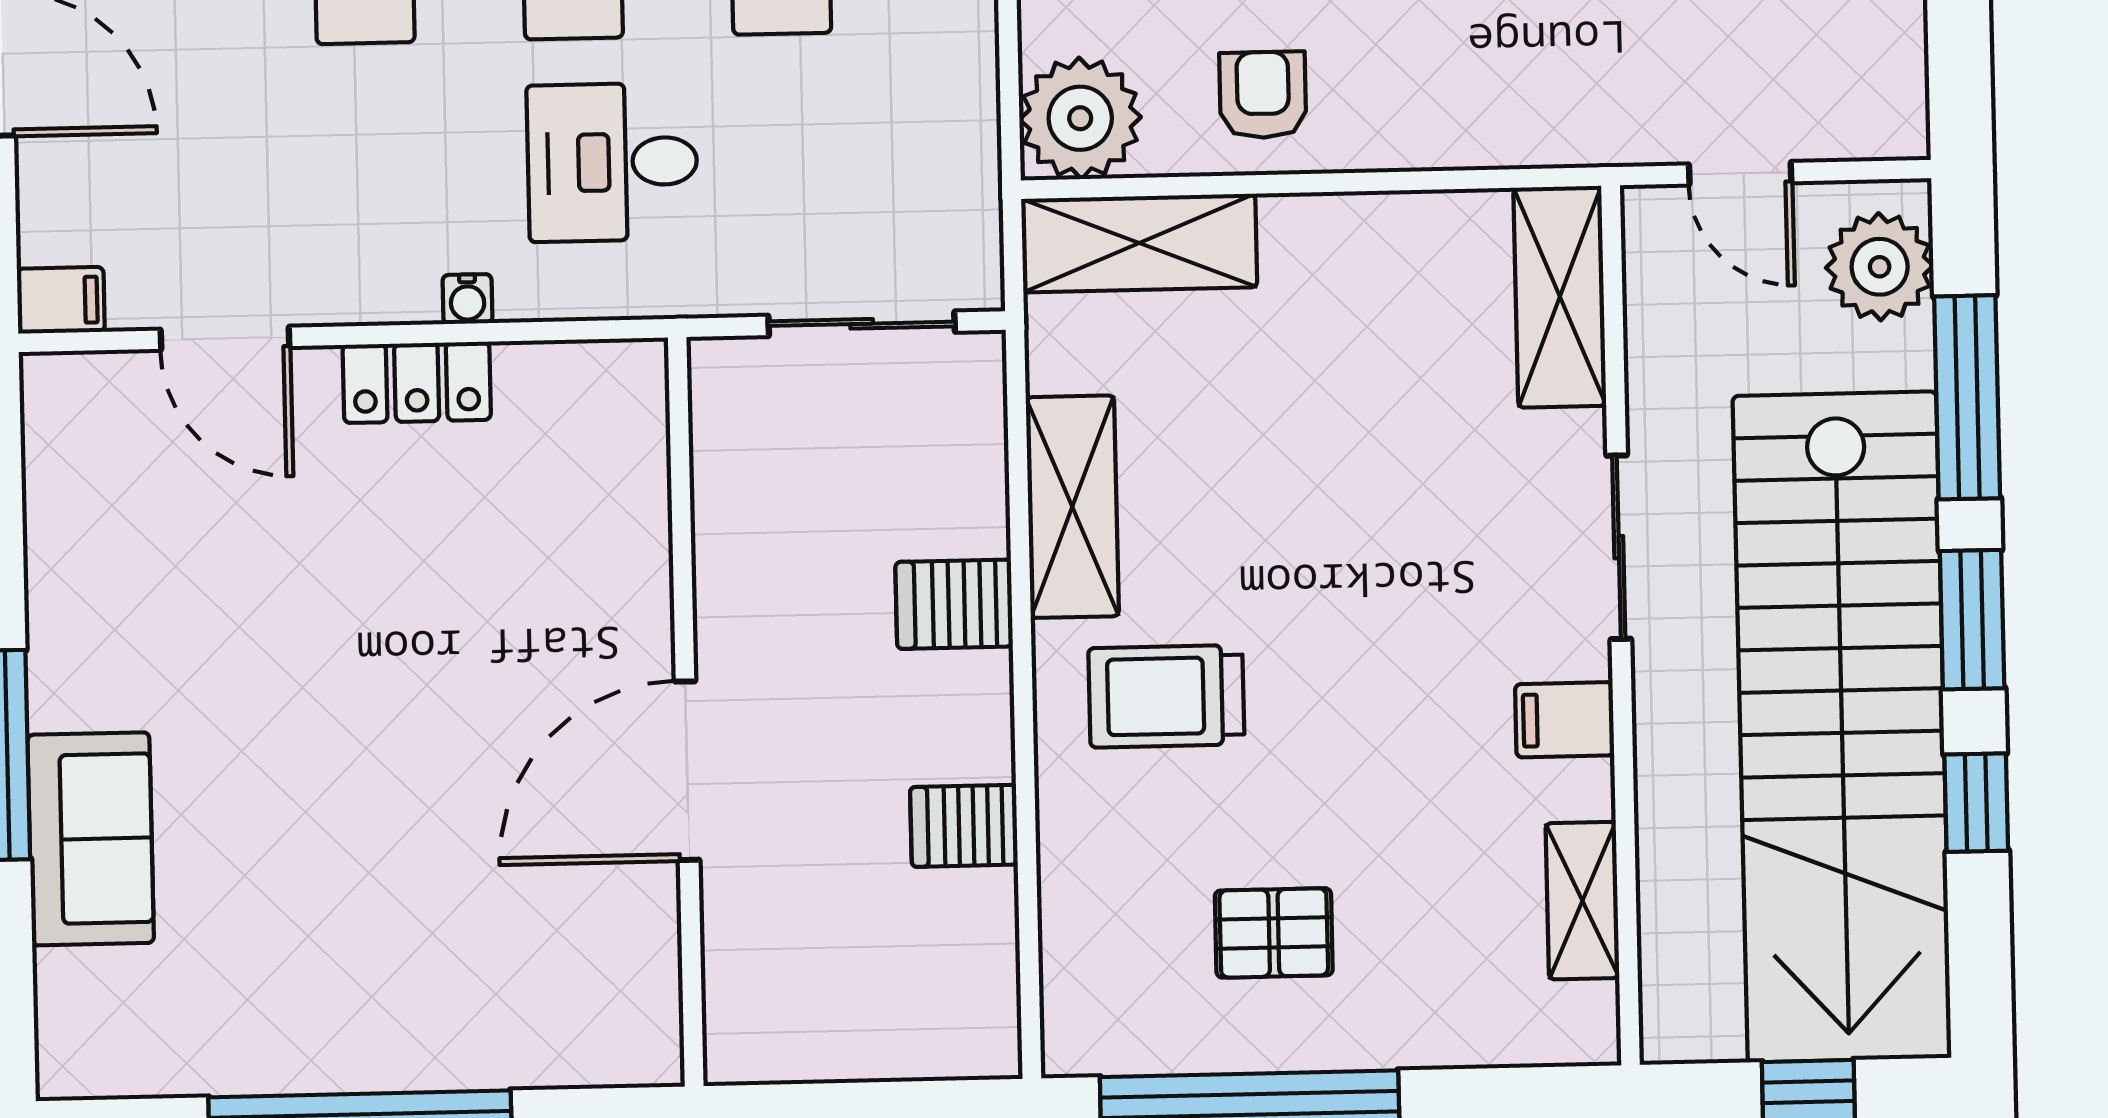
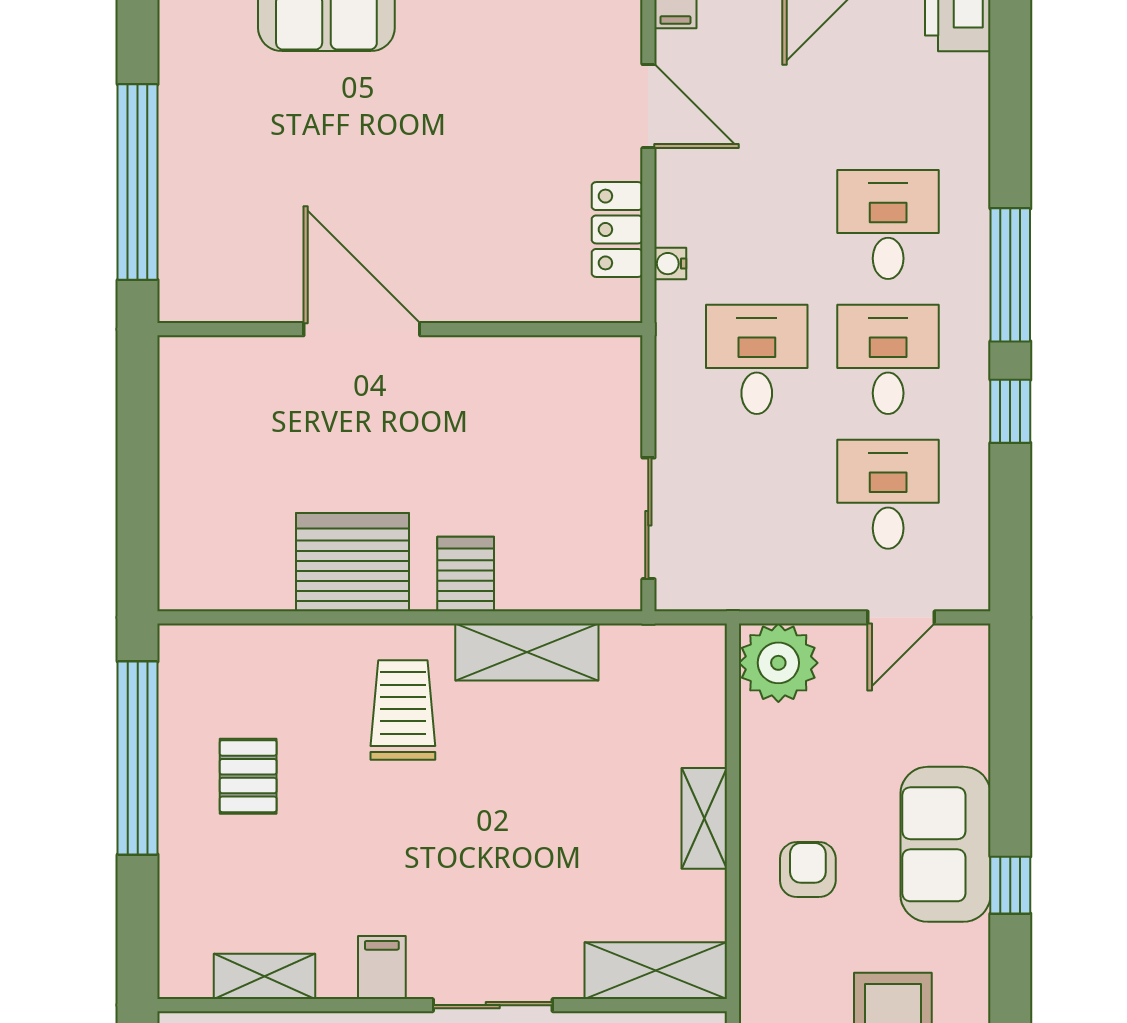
armchair: (1263, 95) -> (808, 870), moved, turned -90
shelving: (1139, 243) -> (704, 818), moved, width x0.67, depth x0.75
door: (225, 338) -> (648, 106), swing flipped
wall: (686, 712) -> (400, 329), moved
door: (687, 771) -> (362, 329), moved
server rack: (964, 826) -> (353, 562), width x2.18, depth x1.44

